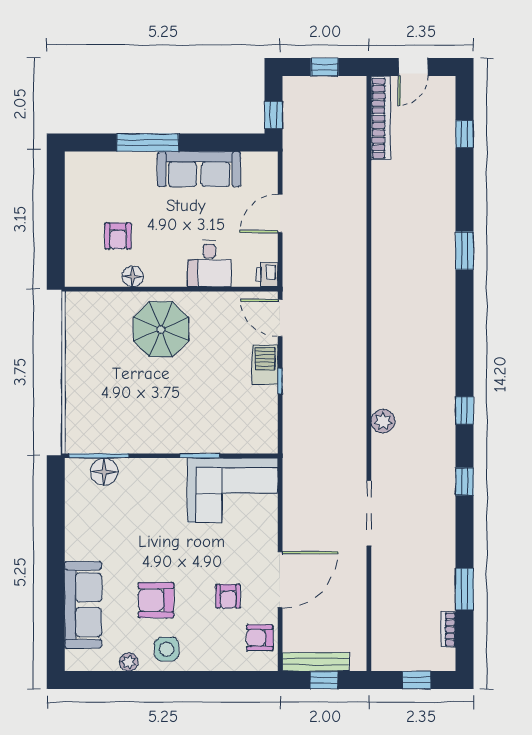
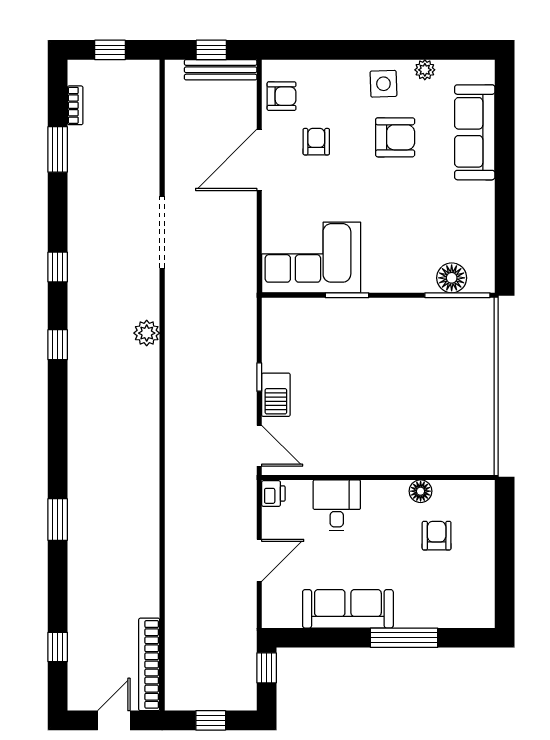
parasol: (161, 329) -> (390, 433), removed

